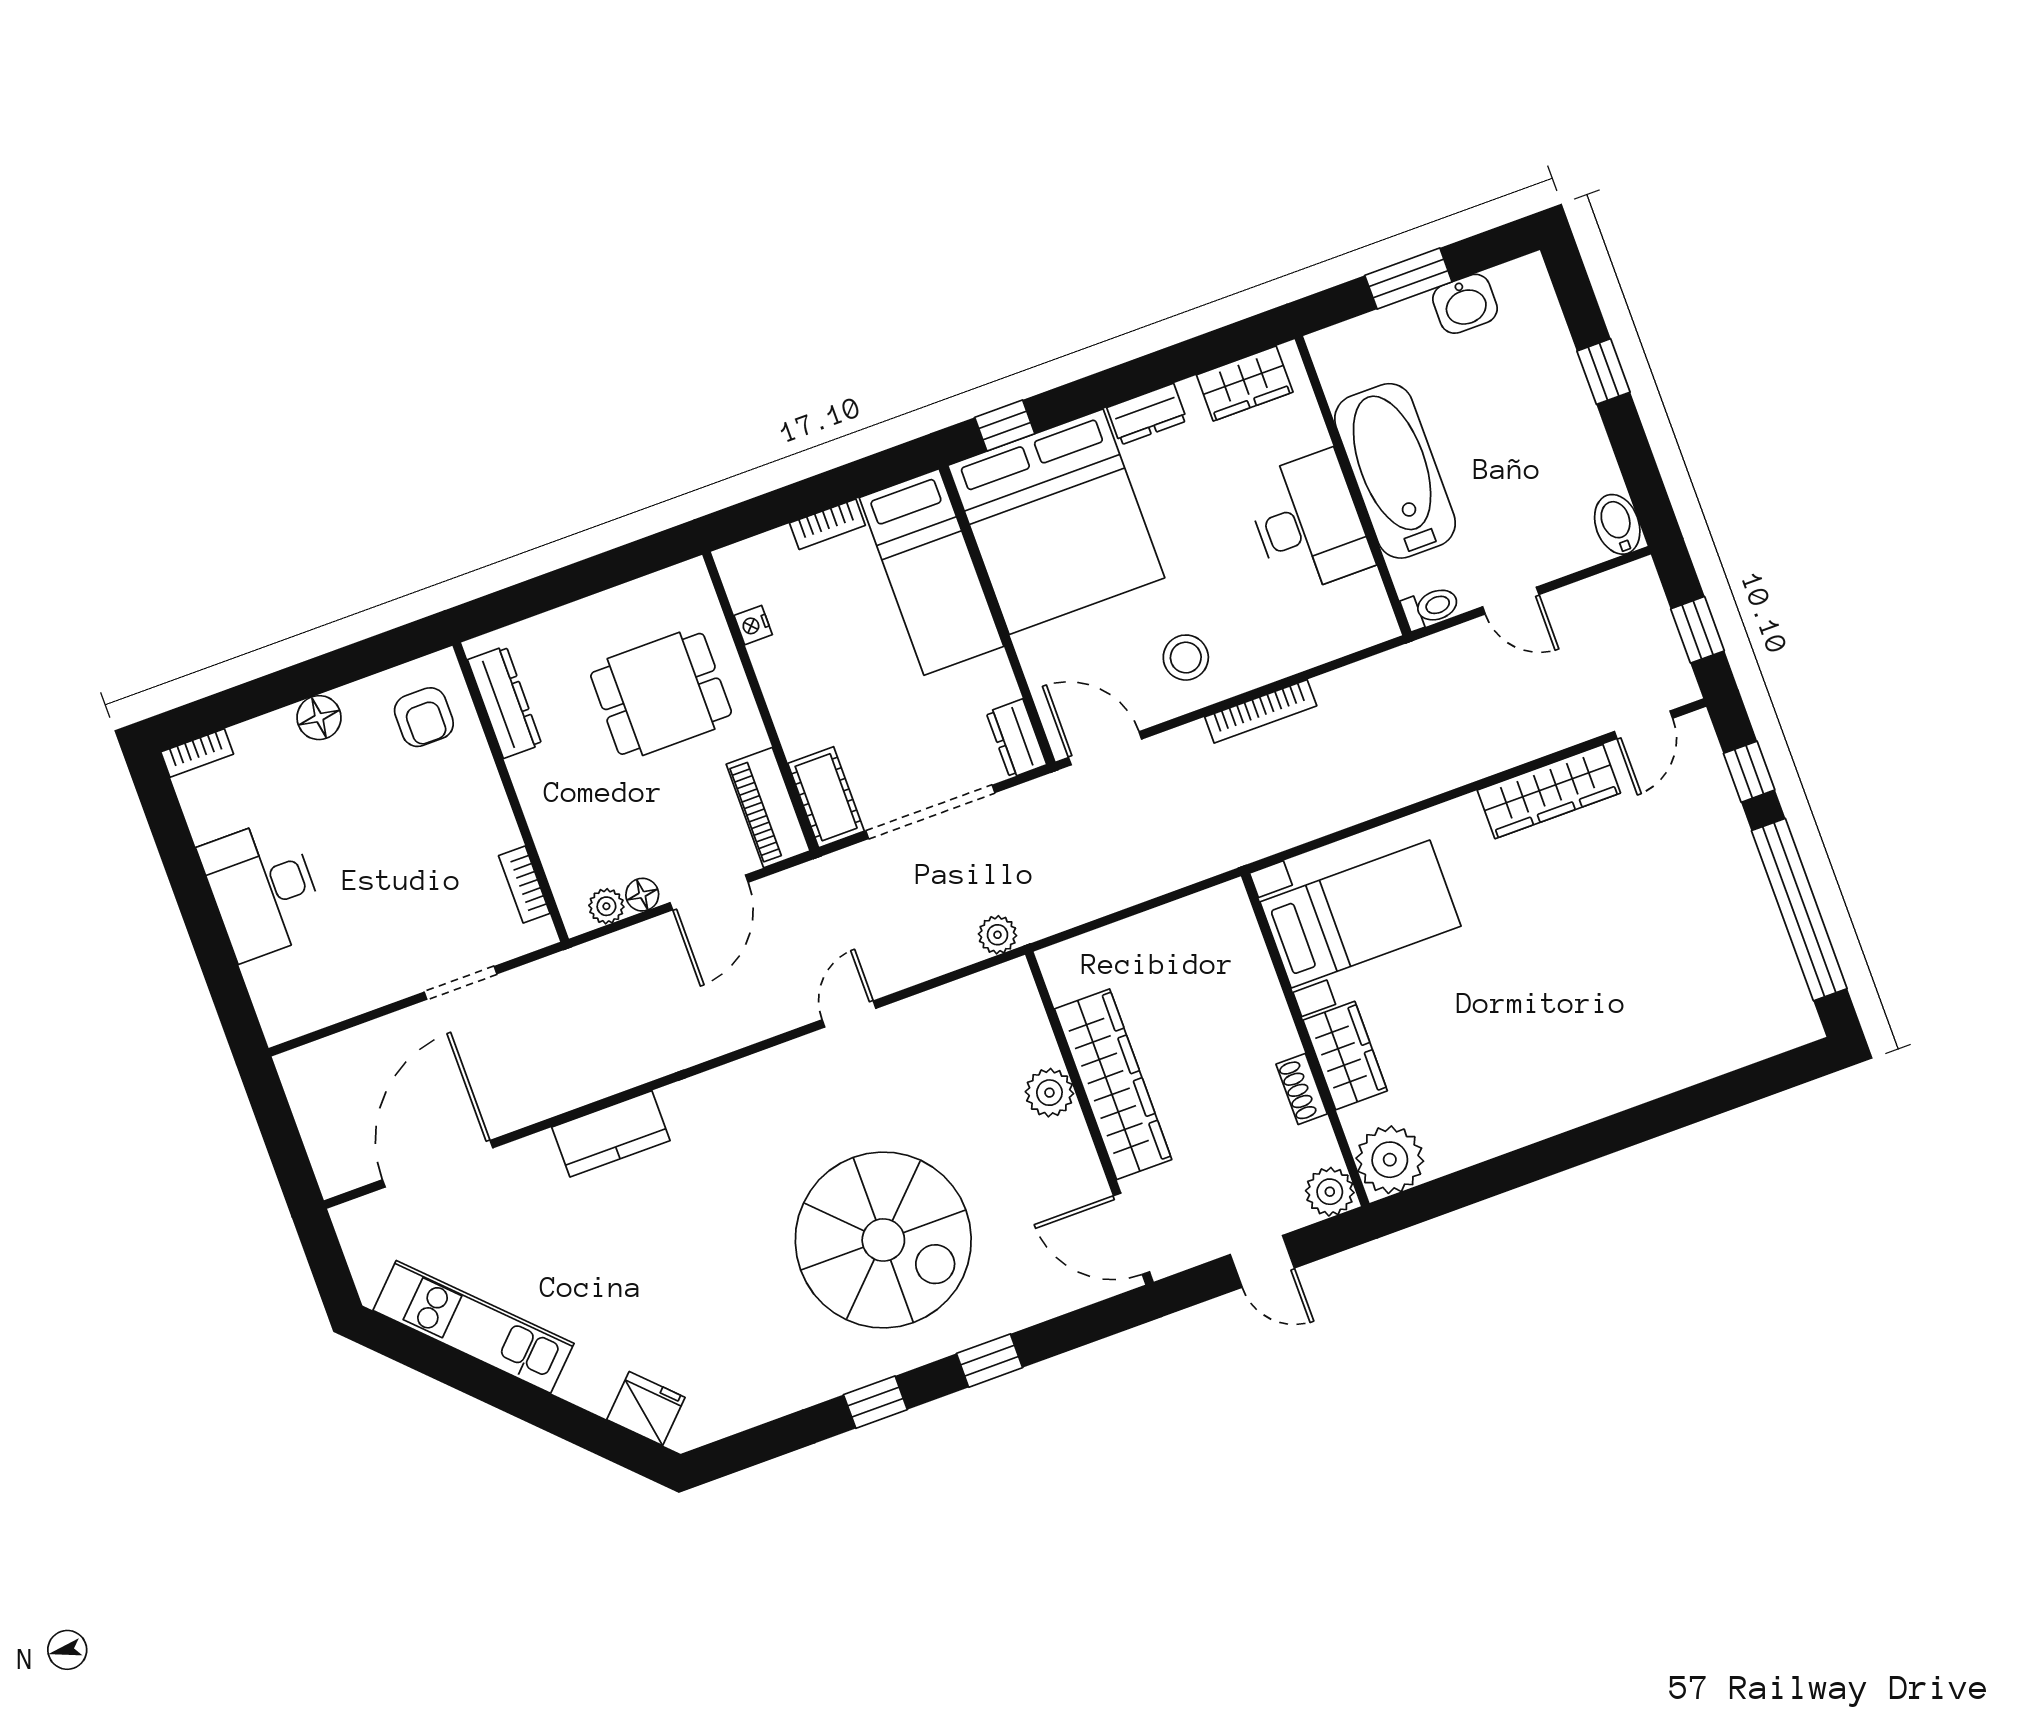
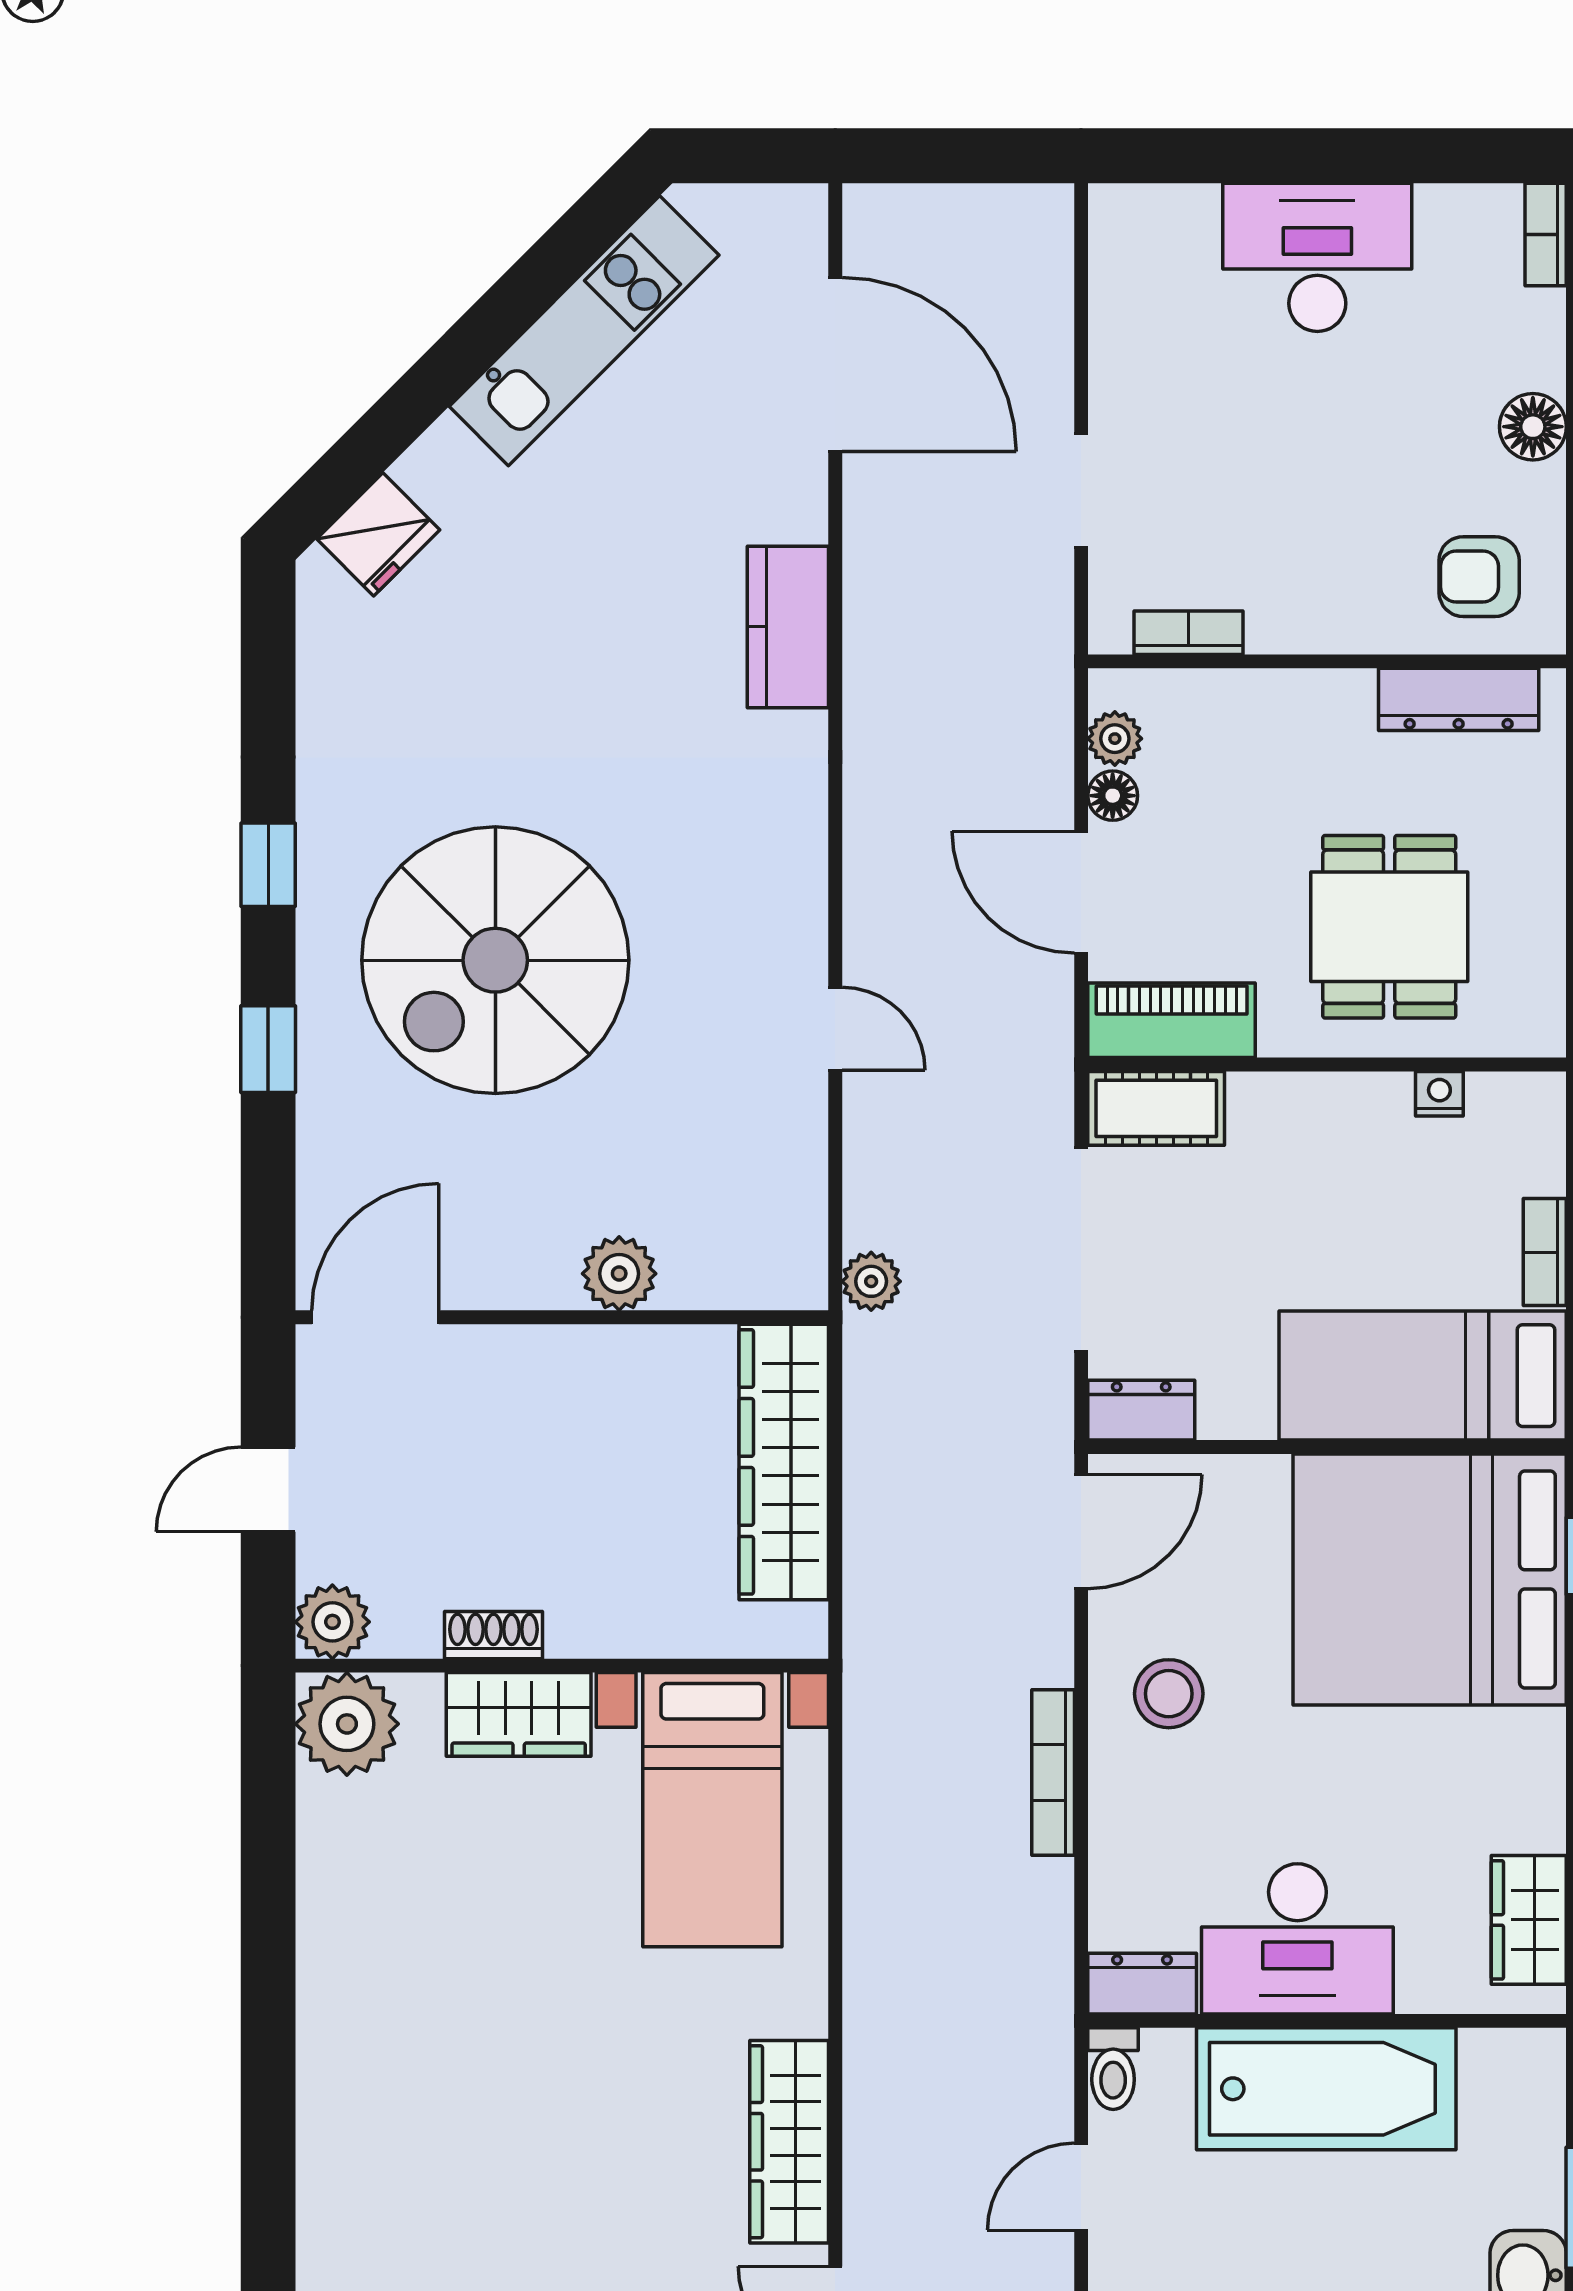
dresser: (1147, 414) -> (1142, 1984), moved, turned 90
wardrobe: (1113, 1084) -> (784, 1462), moved, turned 90

